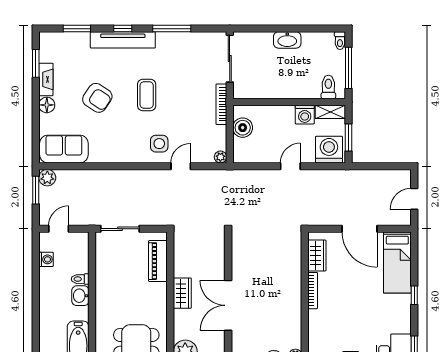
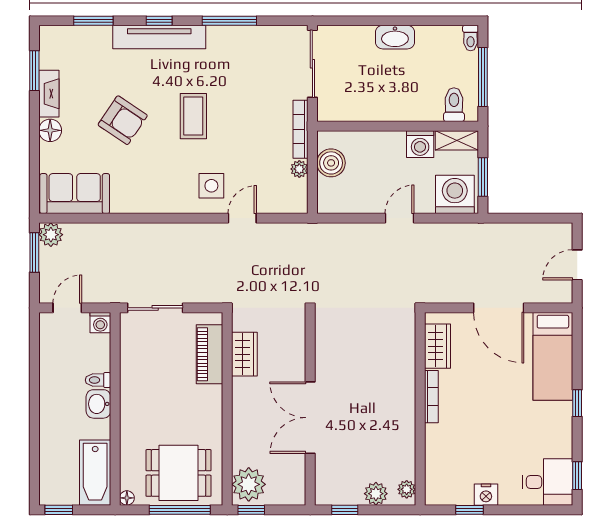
plant: (220, 157) -> (299, 169), moved
washing machine: (46, 259) -> (100, 323), moved, turned 90
wardrobe: (182, 293) -> (244, 354), moved

